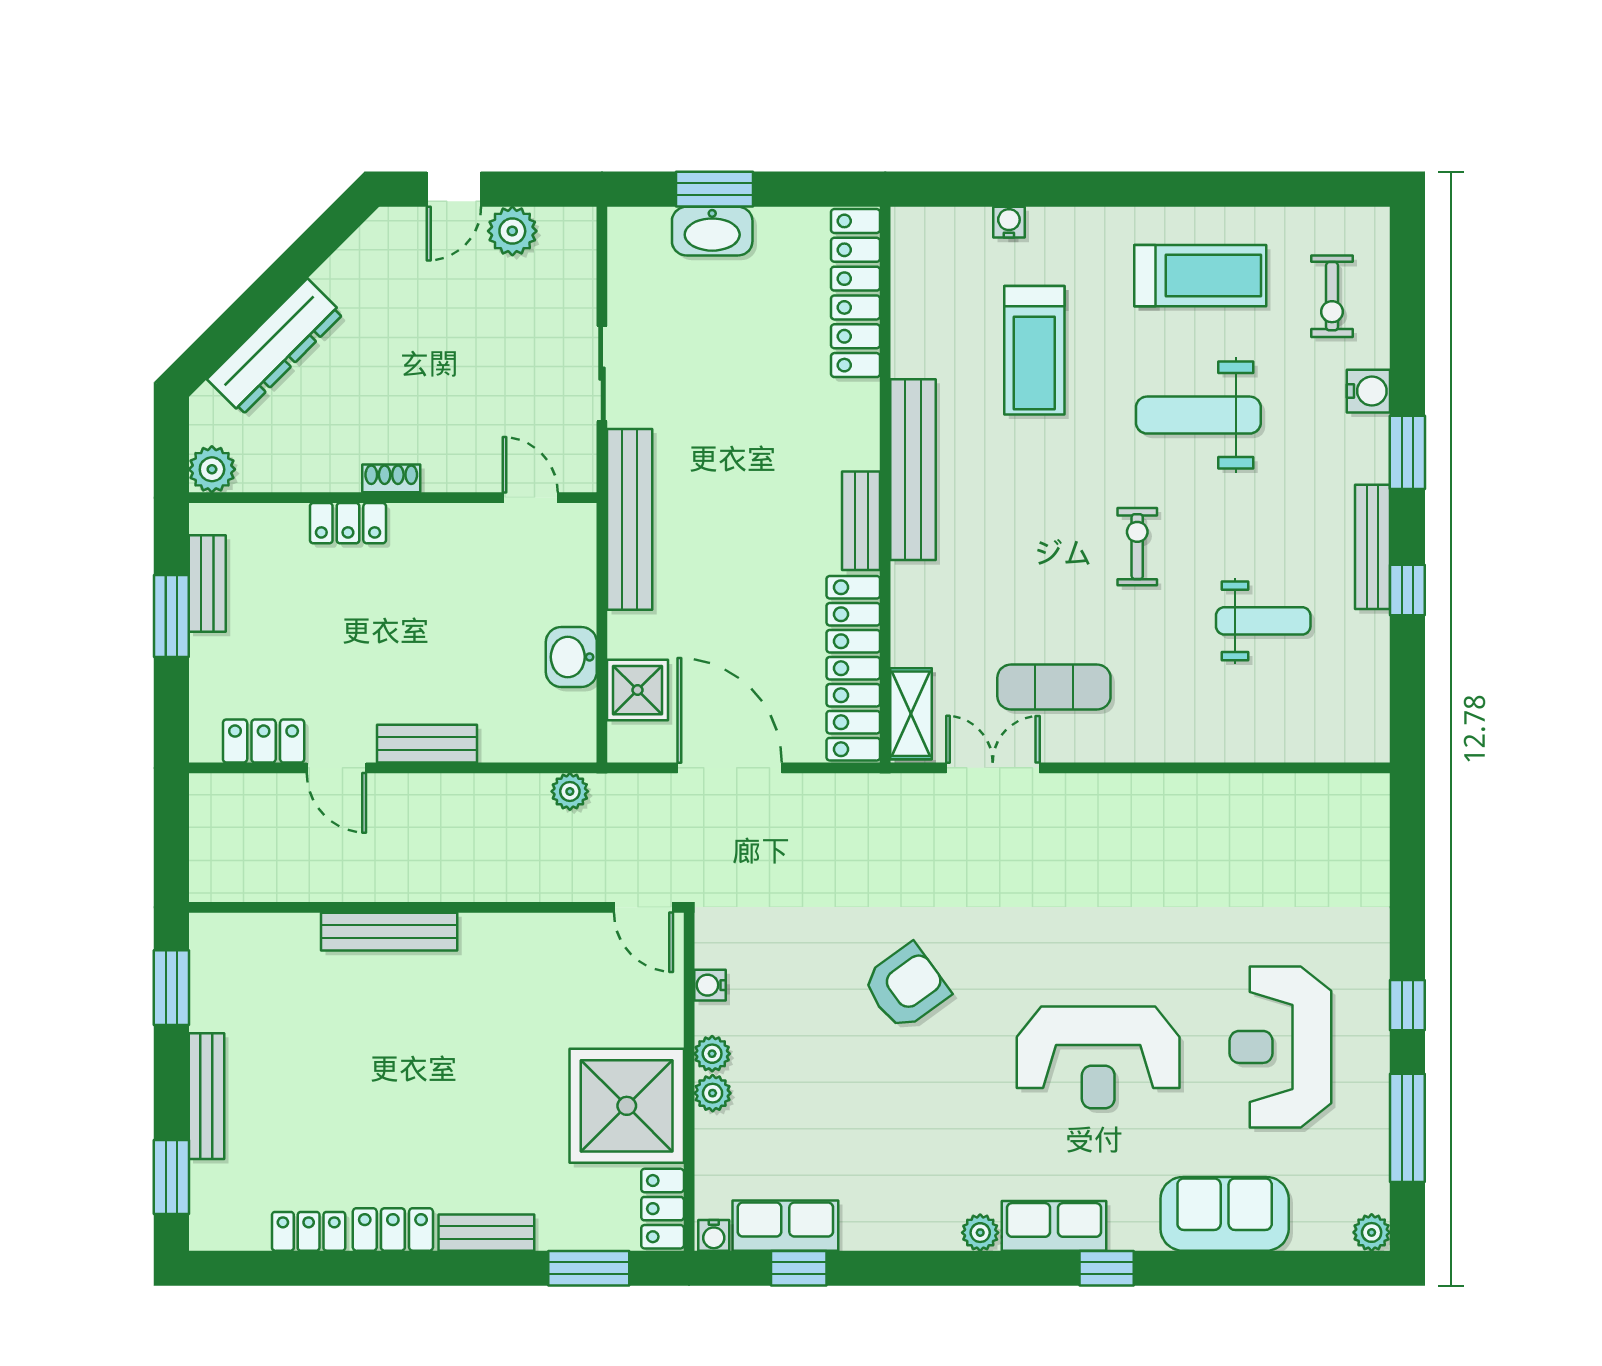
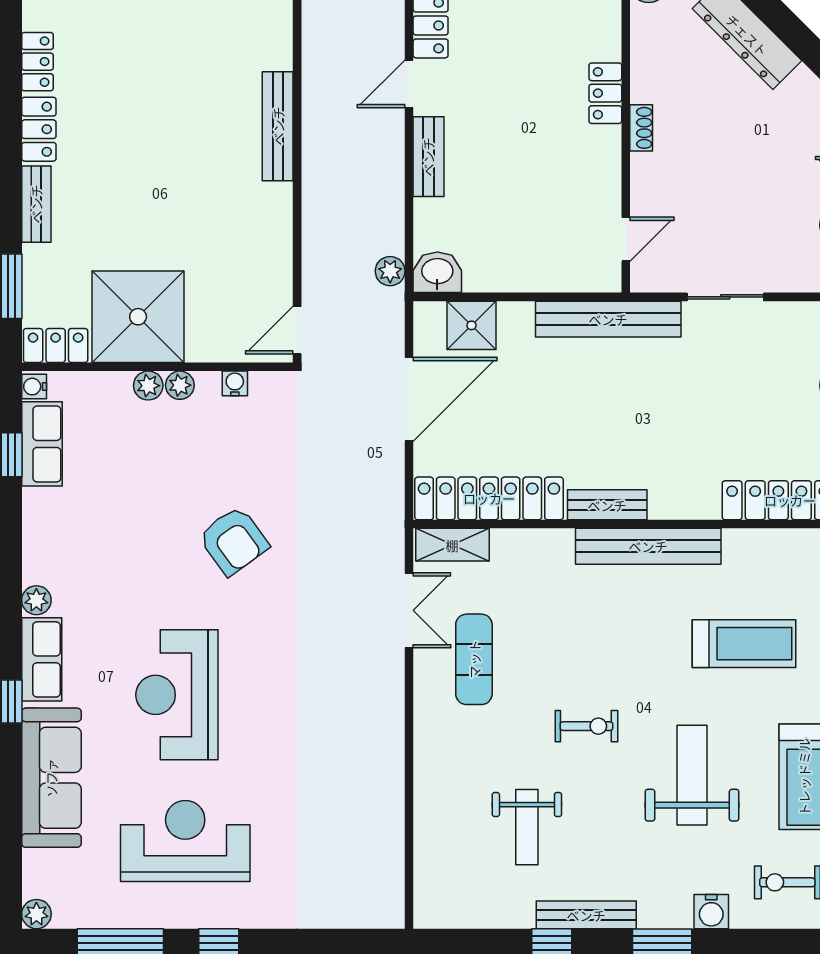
treadmill: (1034, 350) -> (744, 644), turned 180
washbasin: (571, 657) -> (437, 272), moved
sofa: (1225, 1214) -> (51, 778), width x1.36

